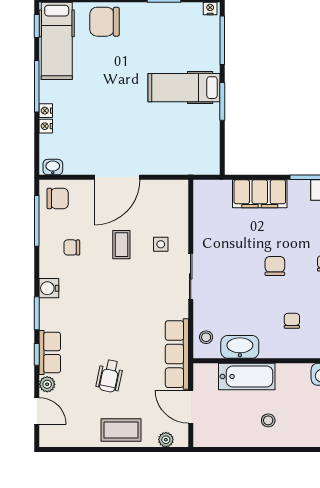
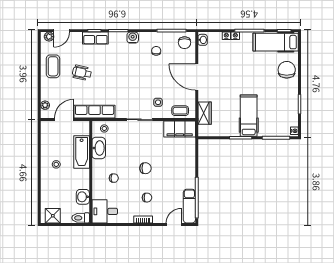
wardrobe: (179, 164) -> (205, 113), added
filing cabinet: (260, 194) -> (180, 129), moved, turned -90
coffee table: (121, 245) -> (180, 111), moved
plant: (47, 384) -> (49, 37), moved
coffee table: (121, 430) -> (53, 66), moved

